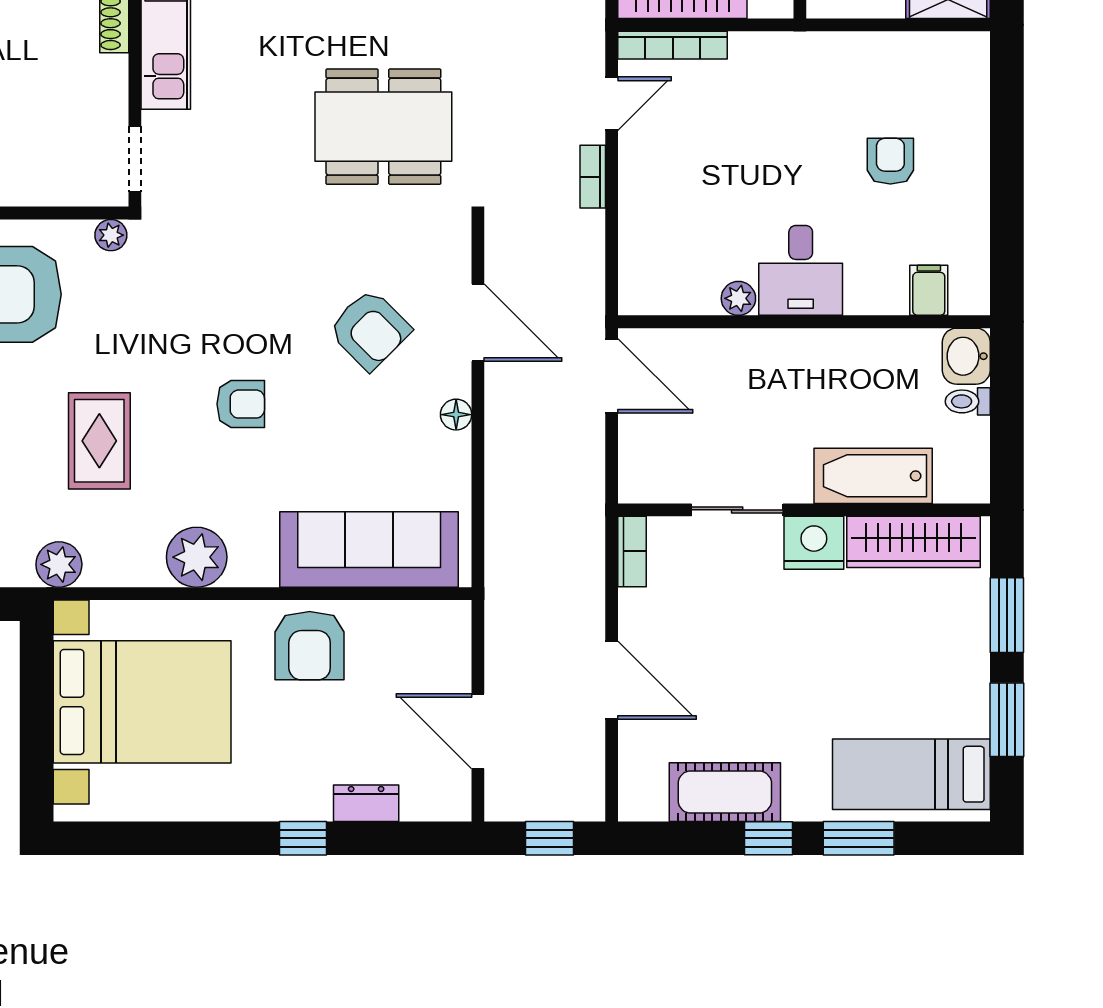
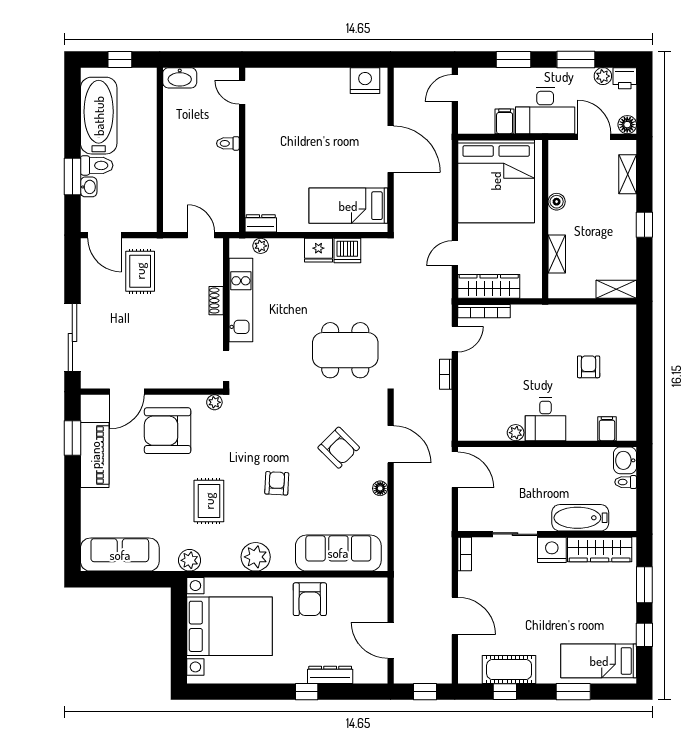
armchair: (241, 404) -> (277, 483), turned -87
window: (1007, 720) -> (644, 635), width x0.67
dresser: (366, 803) -> (330, 675), width x1.44
window: (768, 838) -> (505, 692), moved

